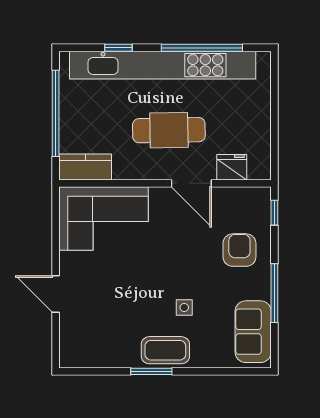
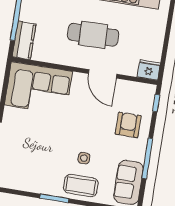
kitchen counter: (85, 167) -> (24, 40), moved, turned 90
fridge: (232, 167) -> (149, 70), moved
coffee table: (165, 350) -> (81, 186), moved

